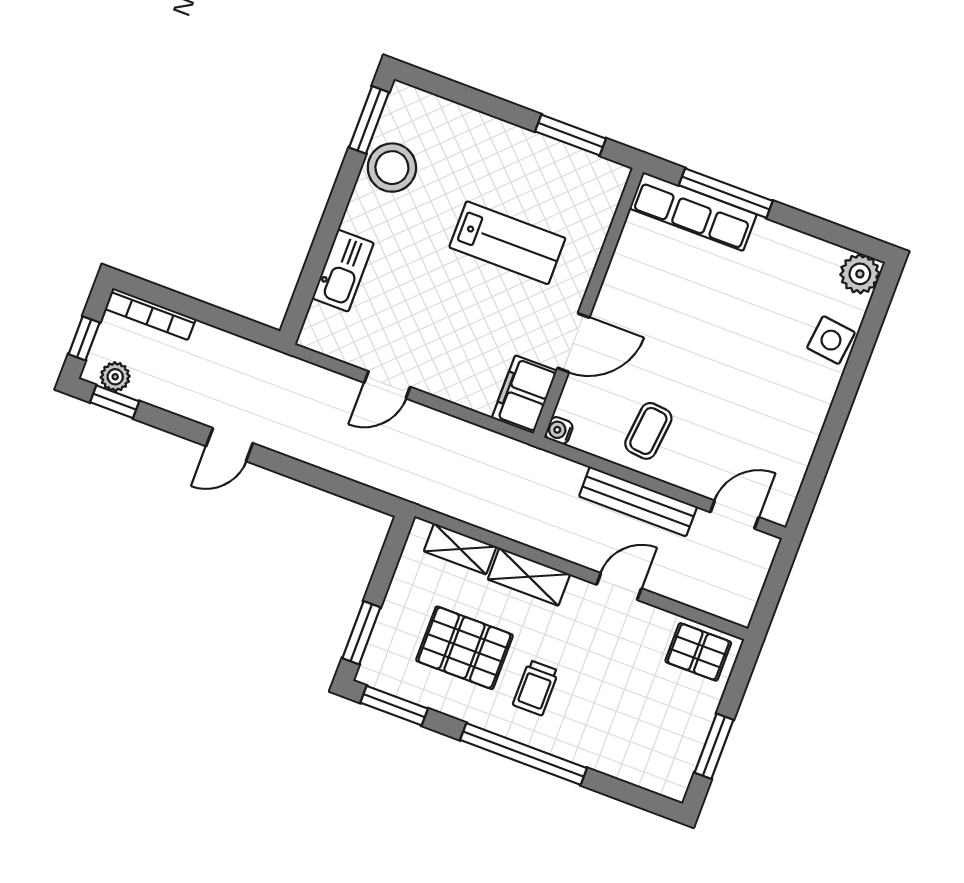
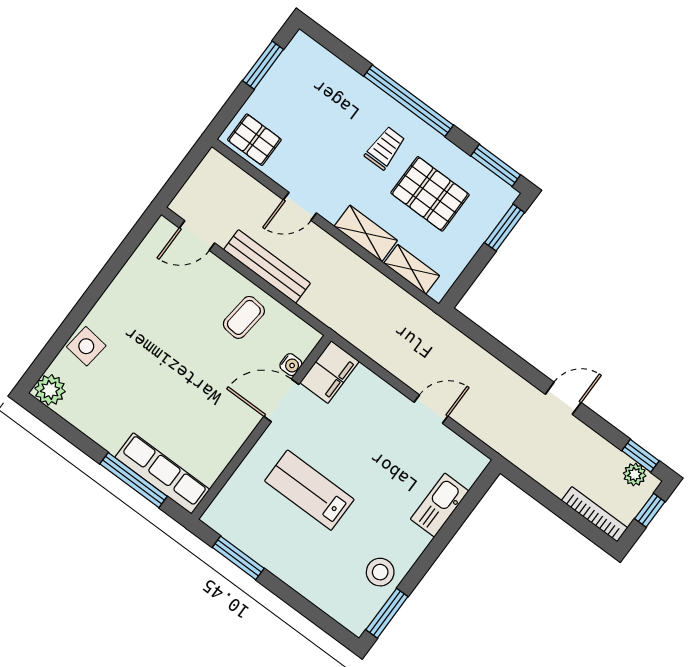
stool: (392, 168) -> (380, 572), width x0.73, depth x0.73
water cooler: (559, 430) -> (291, 365), moved

